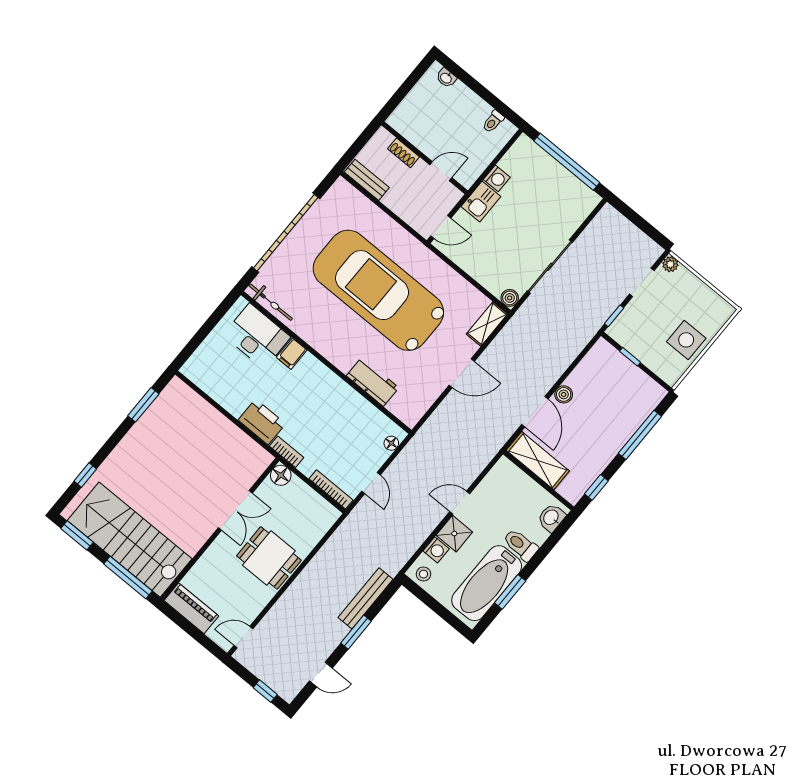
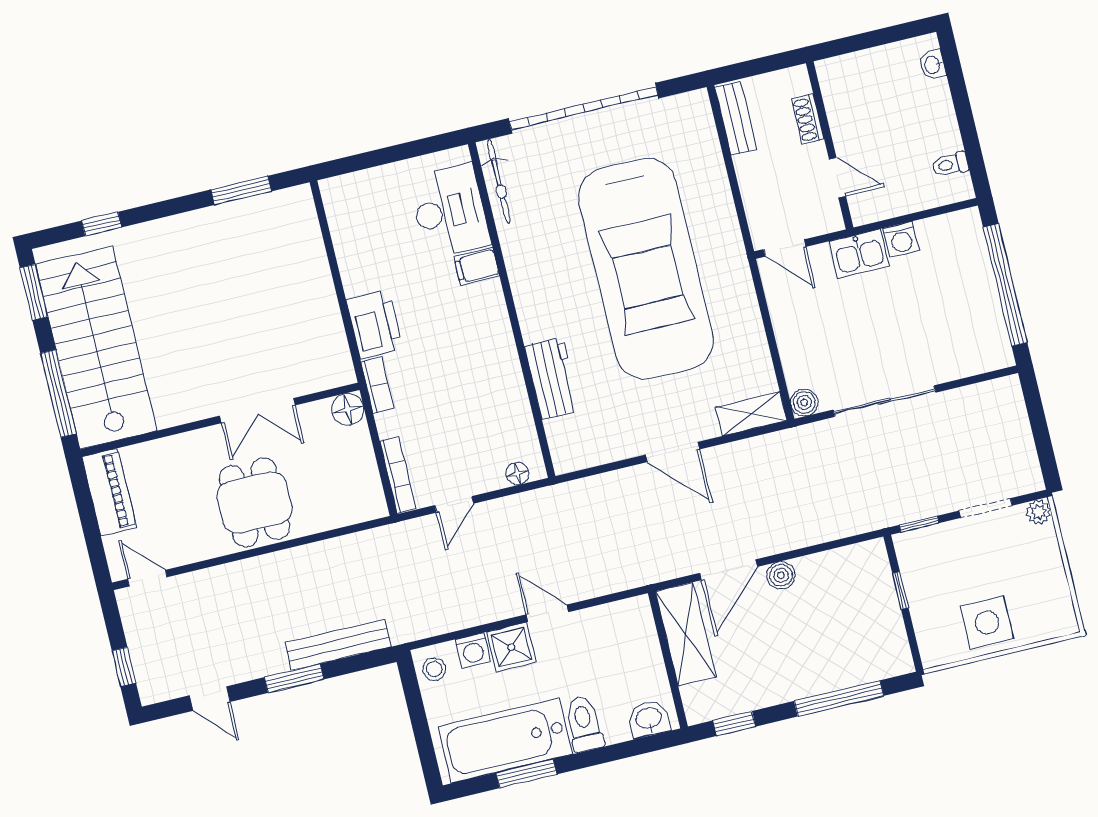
car: (378, 290) -> (646, 269), turned 180

